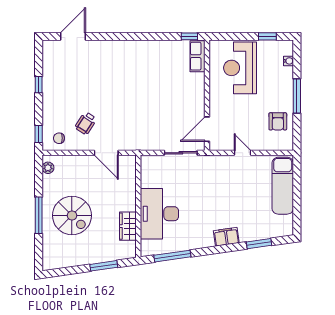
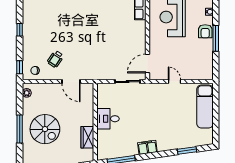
armchair: (278, 121) -> (205, 31), moved
desk: (159, 214) -> (108, 119), width x0.53, depth x0.77
filing cabinet: (226, 237) -> (147, 147), moved

